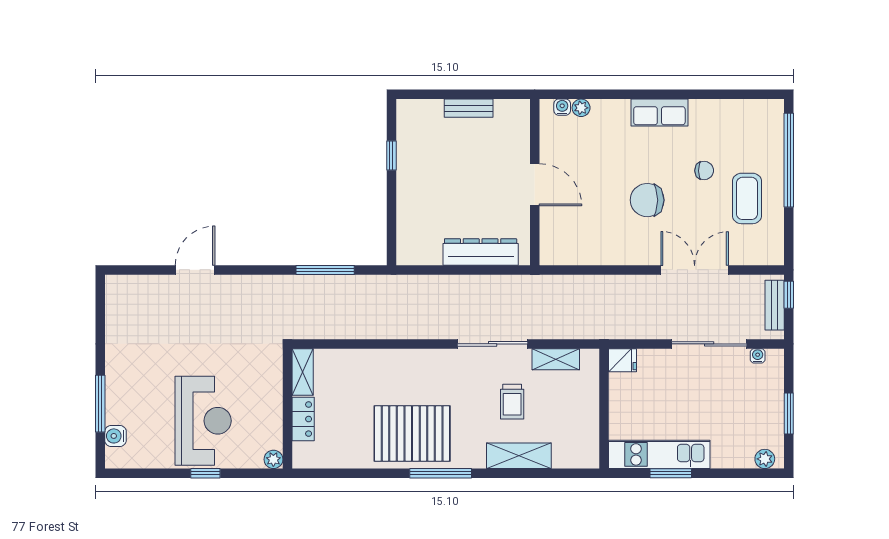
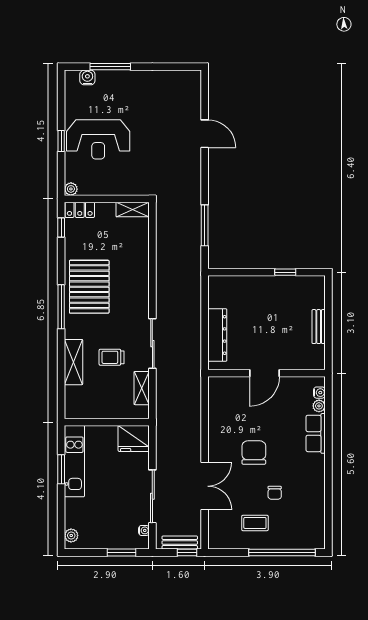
row of seats: (659, 112) -> (316, 433), moved
coffee table: (747, 198) -> (255, 523), width x0.73, depth x0.77
fridge: (622, 360) -> (134, 438), width x1.88, depth x1.34
window: (789, 414) -> (122, 552), moved
locker: (303, 419) -> (80, 210), moved
window: (328, 473) -> (61, 228), added

